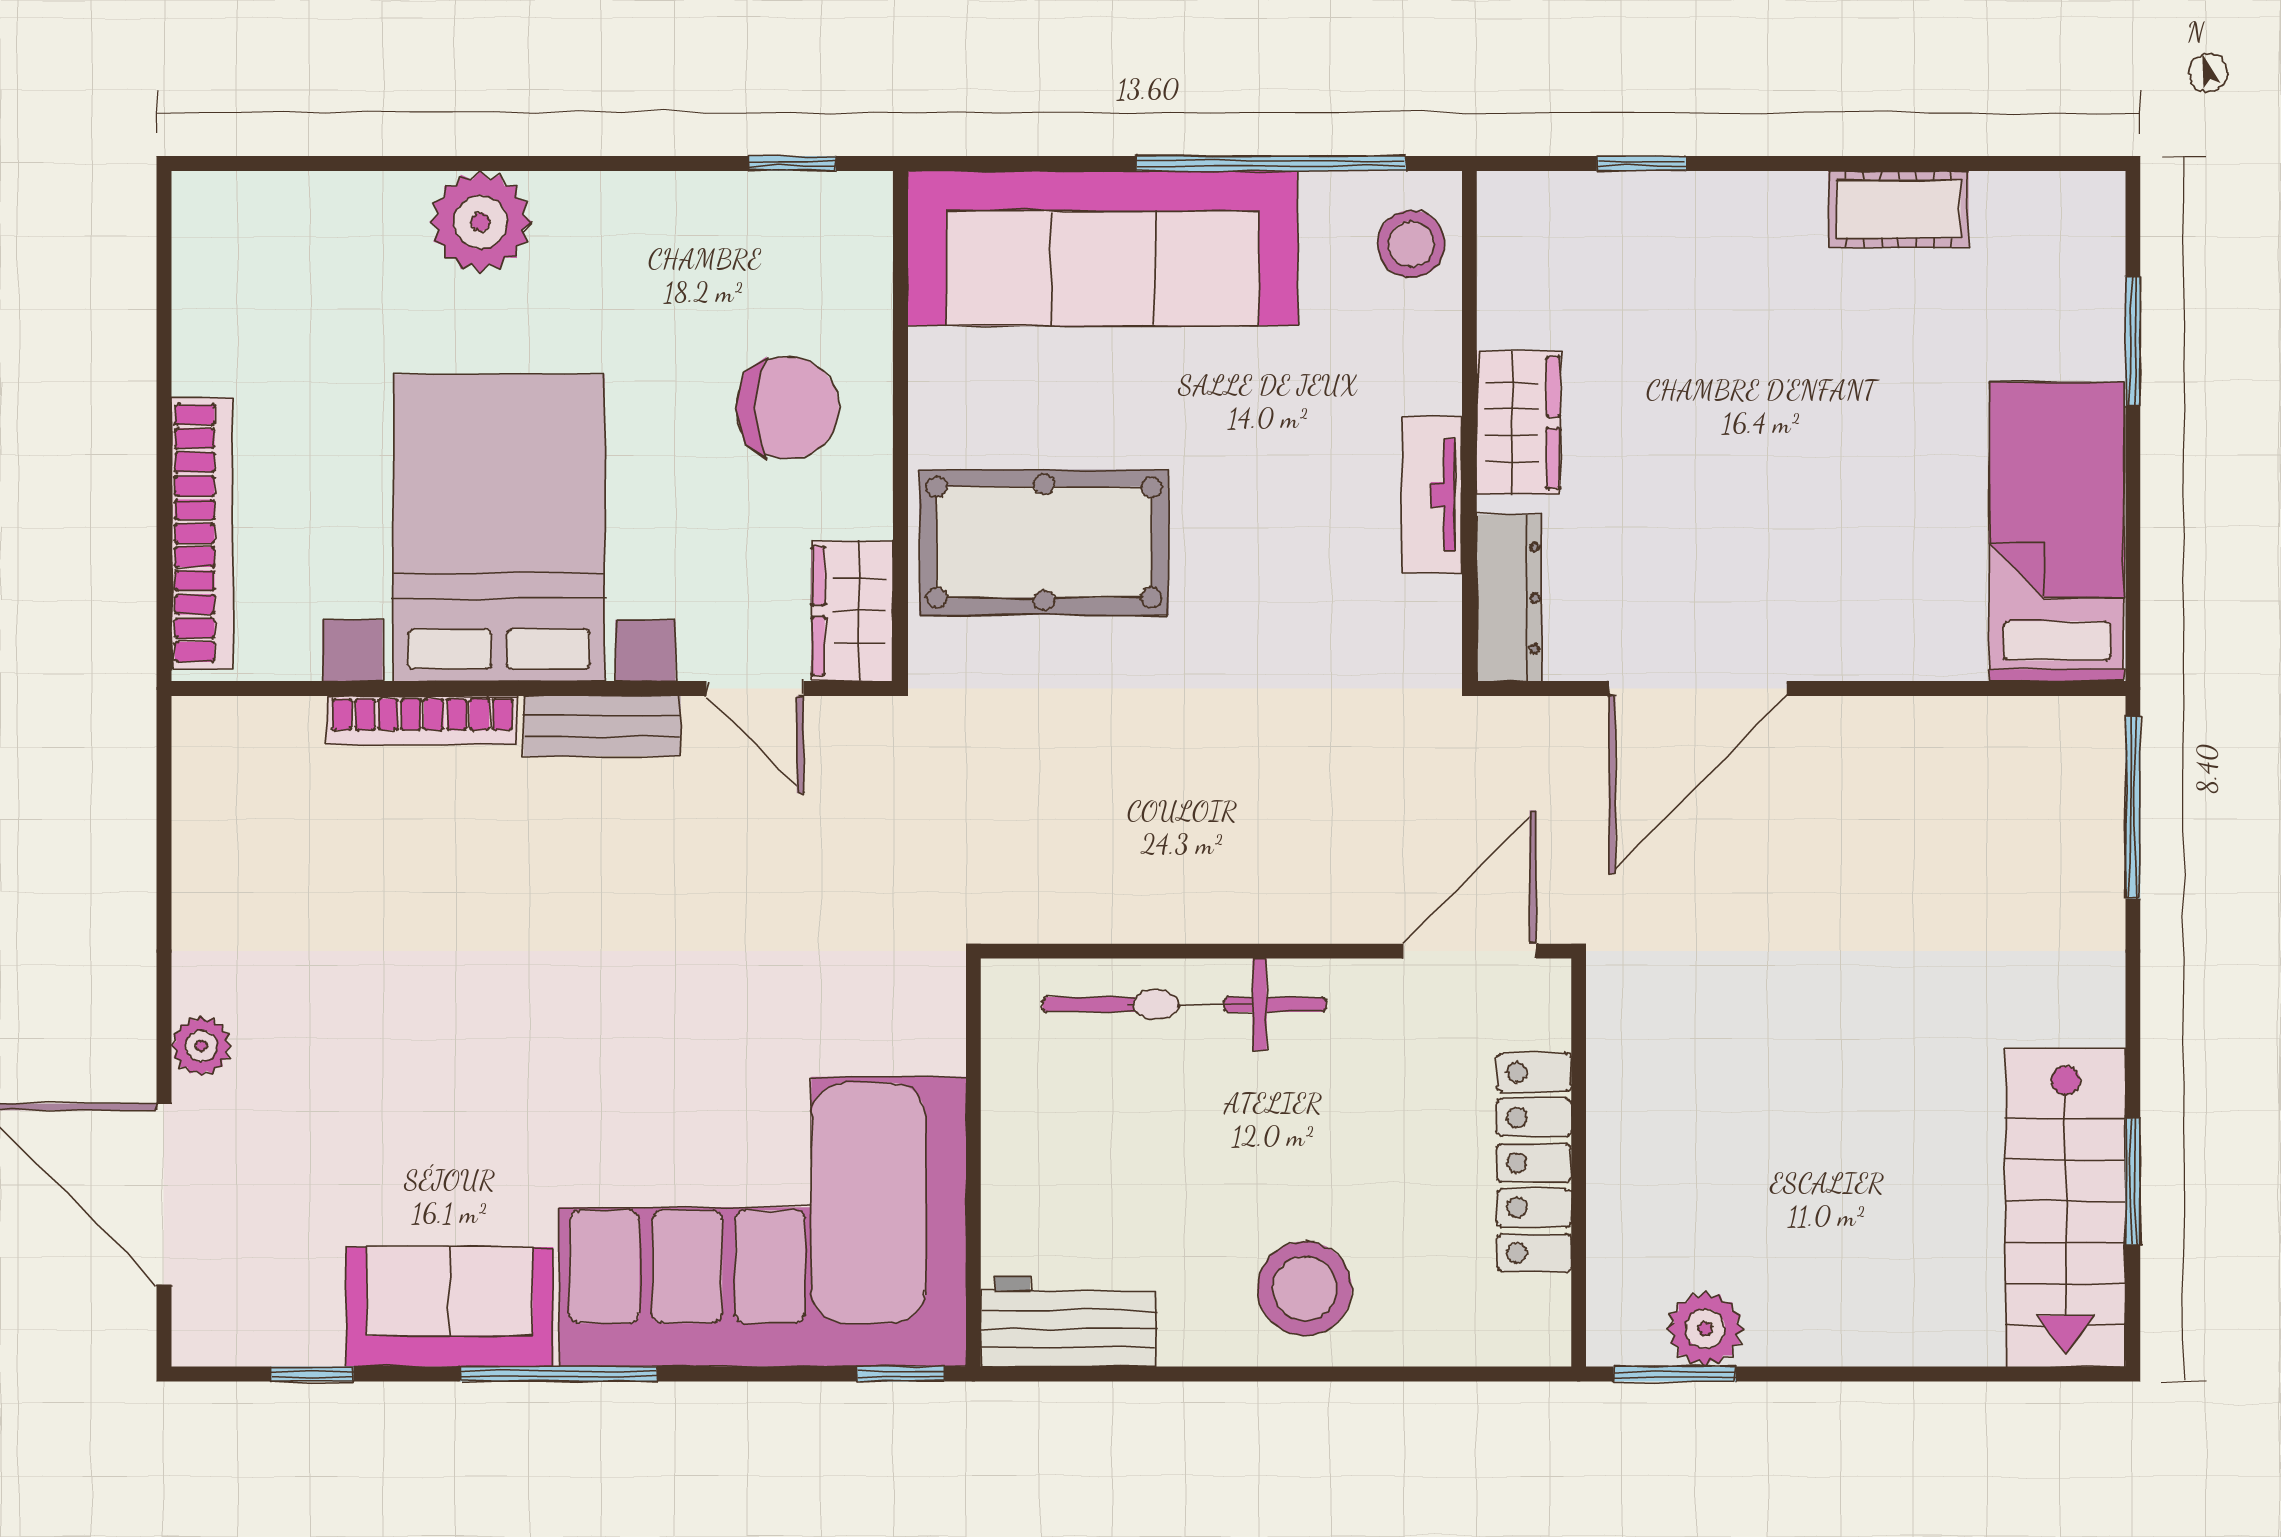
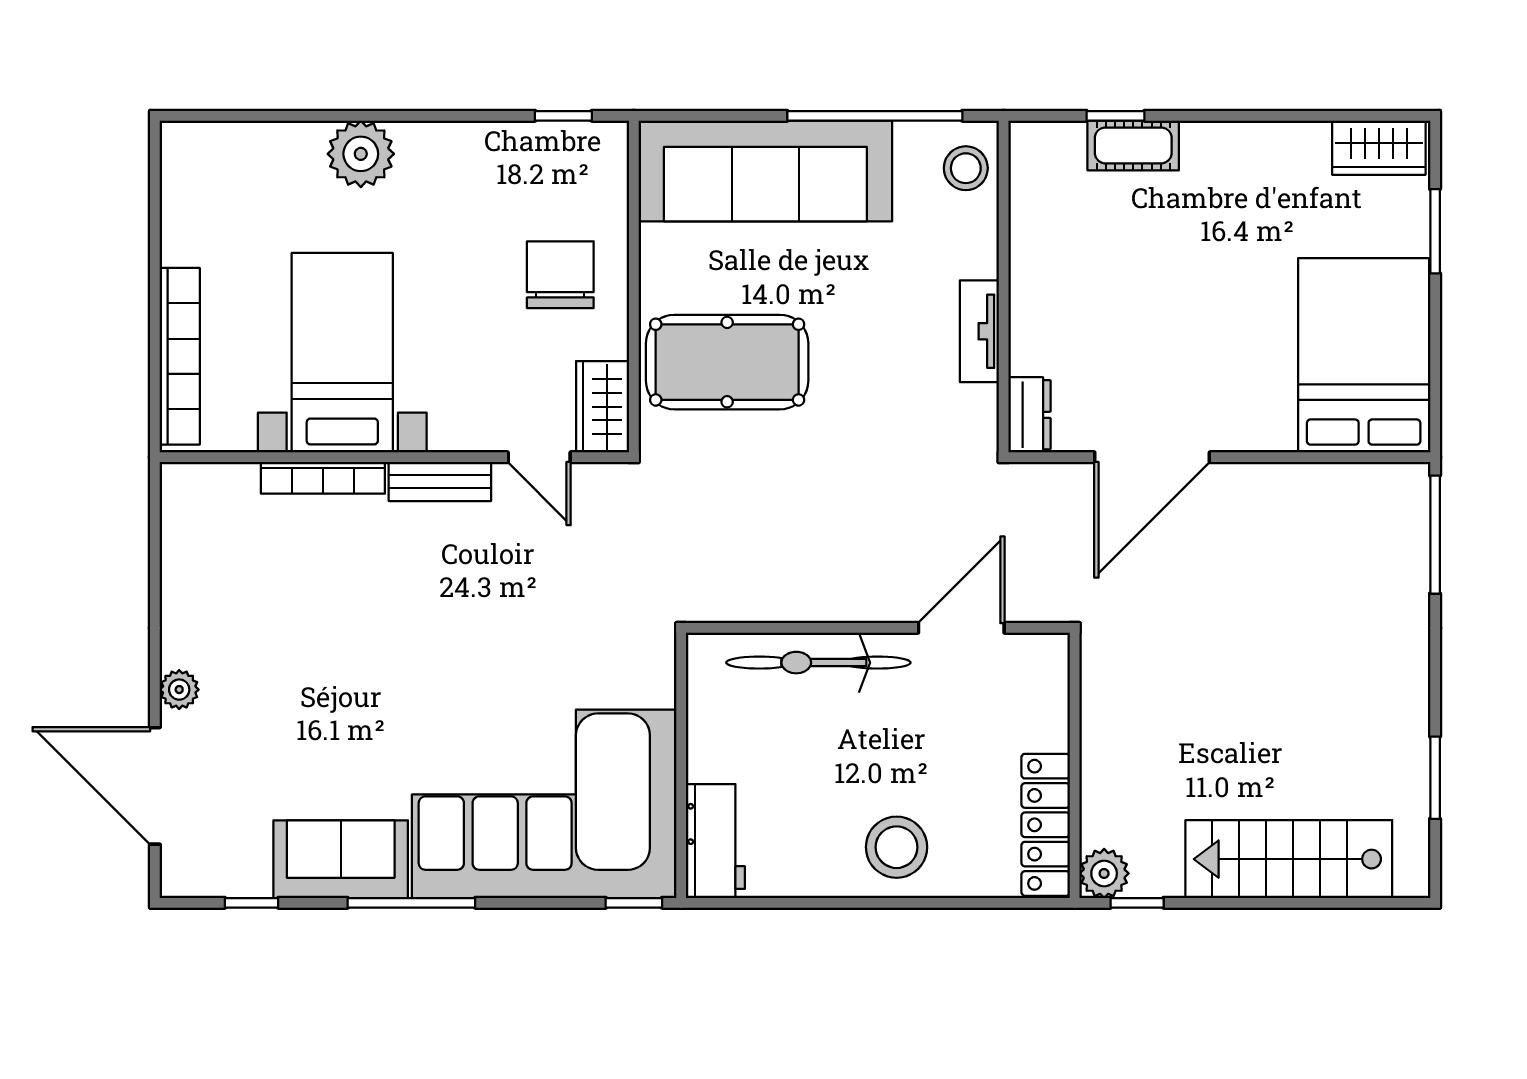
cot: (1899, 209) -> (1133, 145), moved
chair: (787, 408) -> (560, 275), turned -90
wardrobe: (1518, 423) -> (1379, 148), moved, turned 90
bed with nightstands: (499, 528) -> (342, 353), width x0.73
bed: (2057, 532) -> (1364, 355), width x1.50
dresser: (1509, 598) -> (1030, 415), width x0.70
door: (1469, 951) -> (961, 628), moved
locker: (1534, 1163) -> (1046, 825), moved
stairs: (2066, 1208) -> (1289, 859), moved, turned 90
workbench: (1068, 1321) -> (715, 841), moved, turned 90
plant: (1705, 1329) -> (1104, 873), moved
window: (1675, 1374) -> (1137, 903), width x0.67

